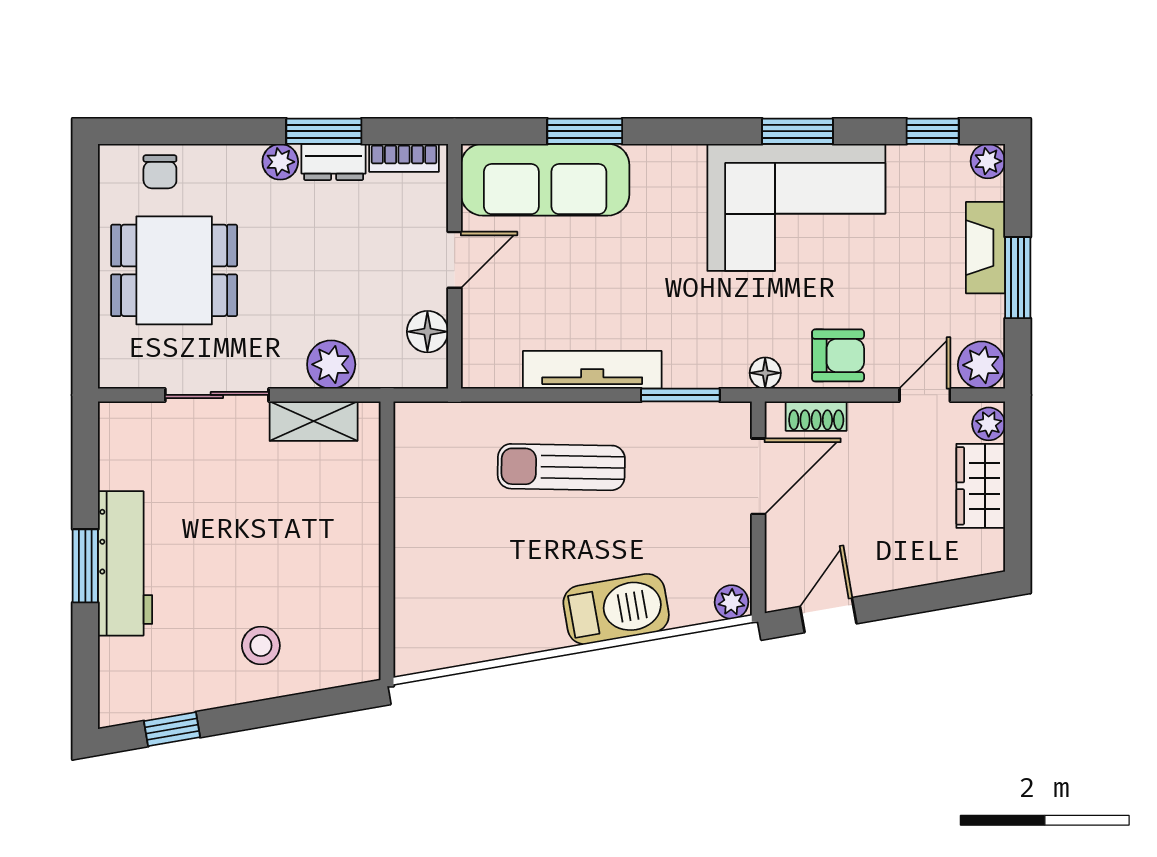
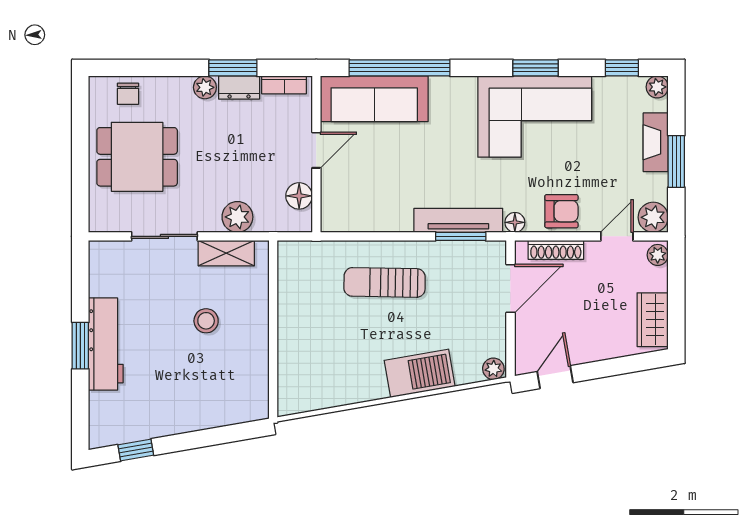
window: (585, 131) -> (400, 68), width x2.11
tv unit: (592, 370) -> (458, 220), moved
shoe rack: (816, 416) -> (556, 250), width x1.43
wardrobe: (981, 486) -> (653, 320), moved
stool: (261, 646) -> (206, 321), moved

